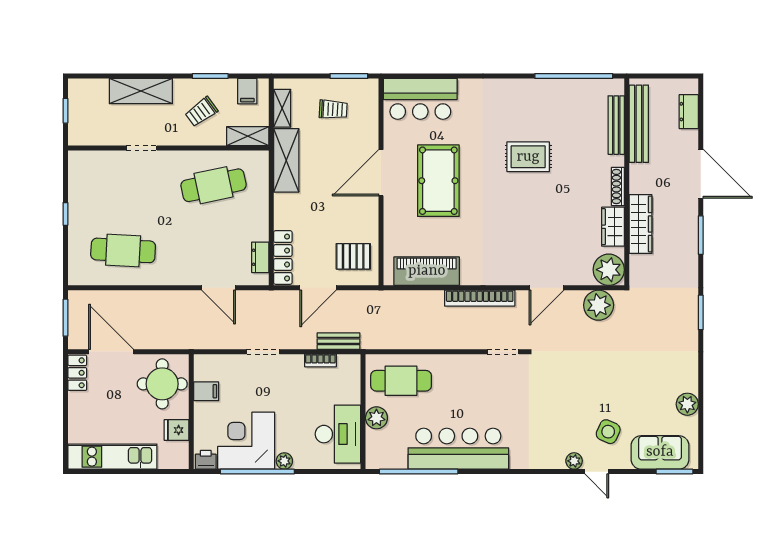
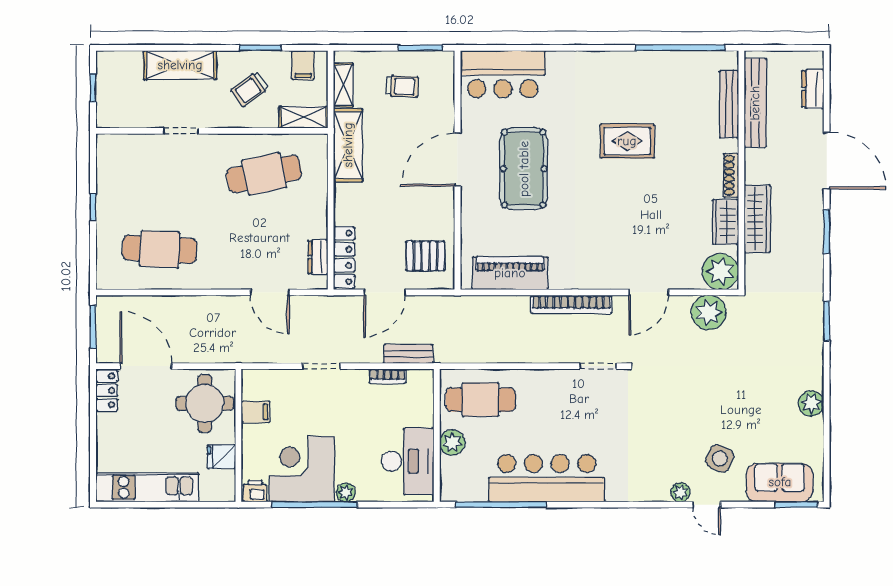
plant: (687, 404) -> (811, 403), moved

